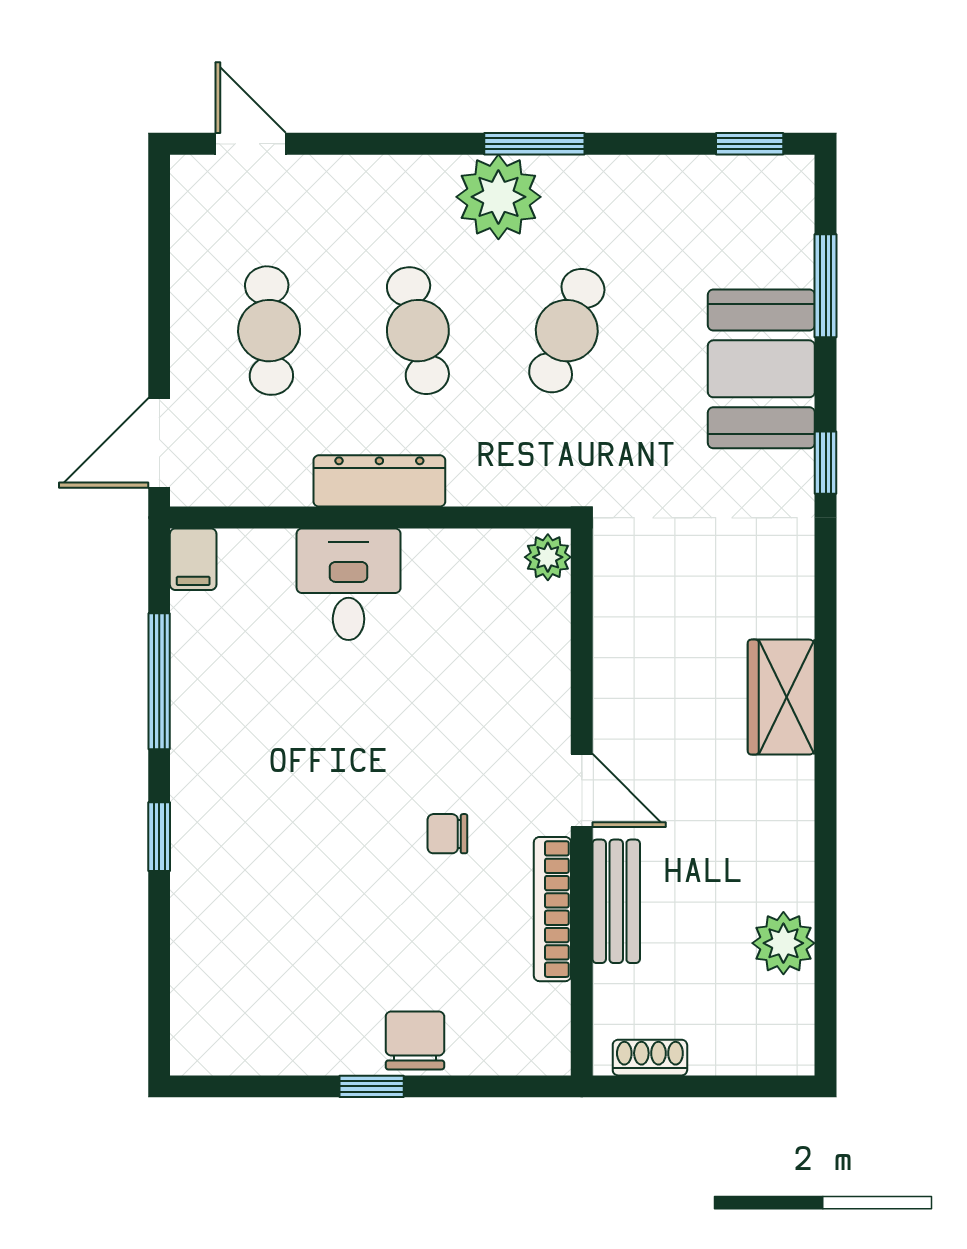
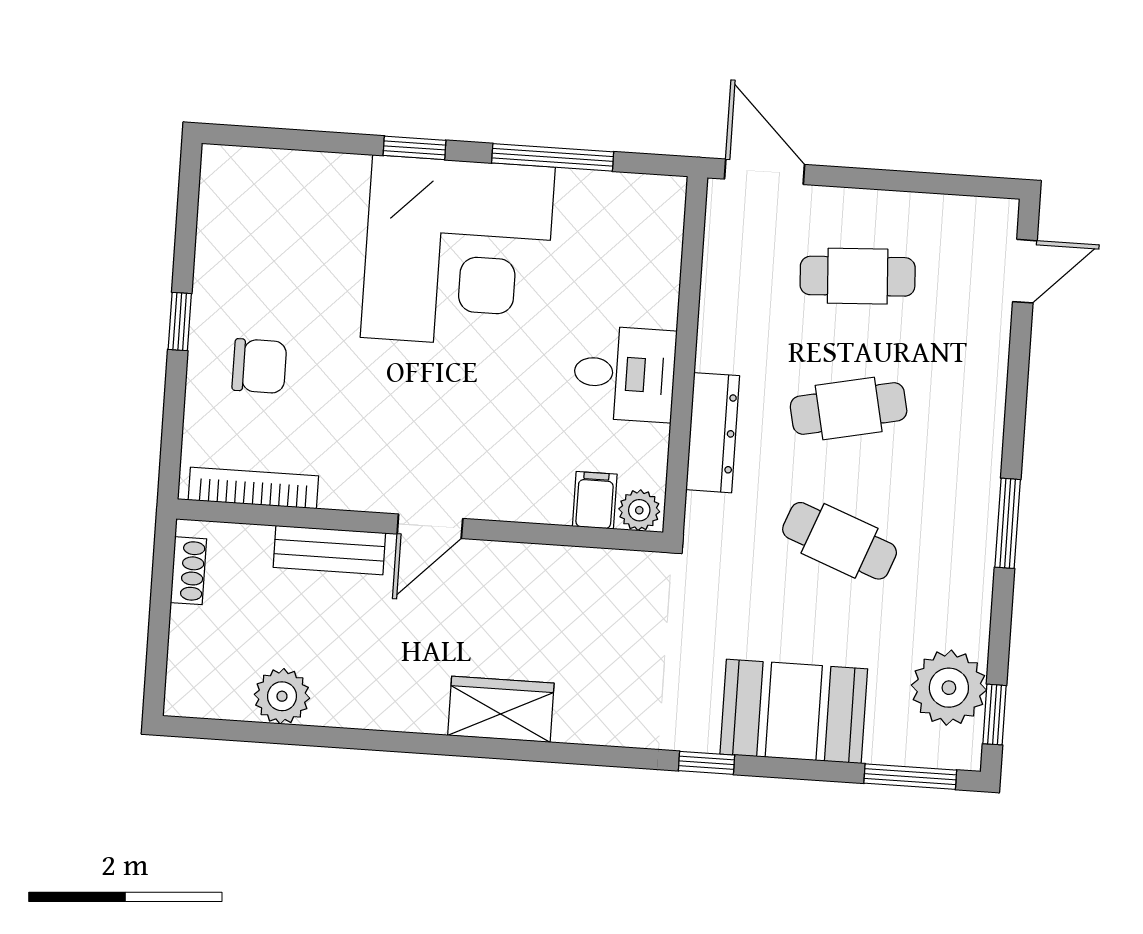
plant: (498, 197) -> (949, 688), moved
window: (826, 286) -> (910, 777), moved
dresser: (379, 481) -> (713, 433), moved
filing cabinet: (193, 559) -> (595, 500), moved, turned 90
desk: (349, 584) -> (624, 374), moved
corner desk: (273, 780) -> (458, 252), added
chair: (447, 834) -> (400, 404), removed
bookcase: (552, 909) -> (253, 488), moved
chair: (415, 1040) -> (259, 366), moved

